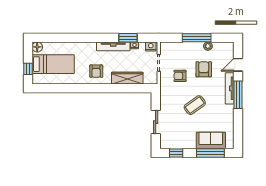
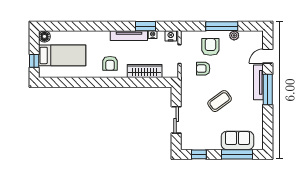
armchair: (204, 69) -> (210, 47), moved

